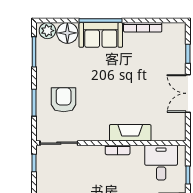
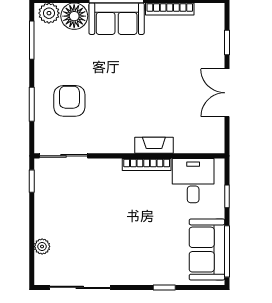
fireplace: (130, 133) -> (154, 145), width x0.73, depth x0.76
bookcase: (118, 150) -> (147, 164), width x1.56

